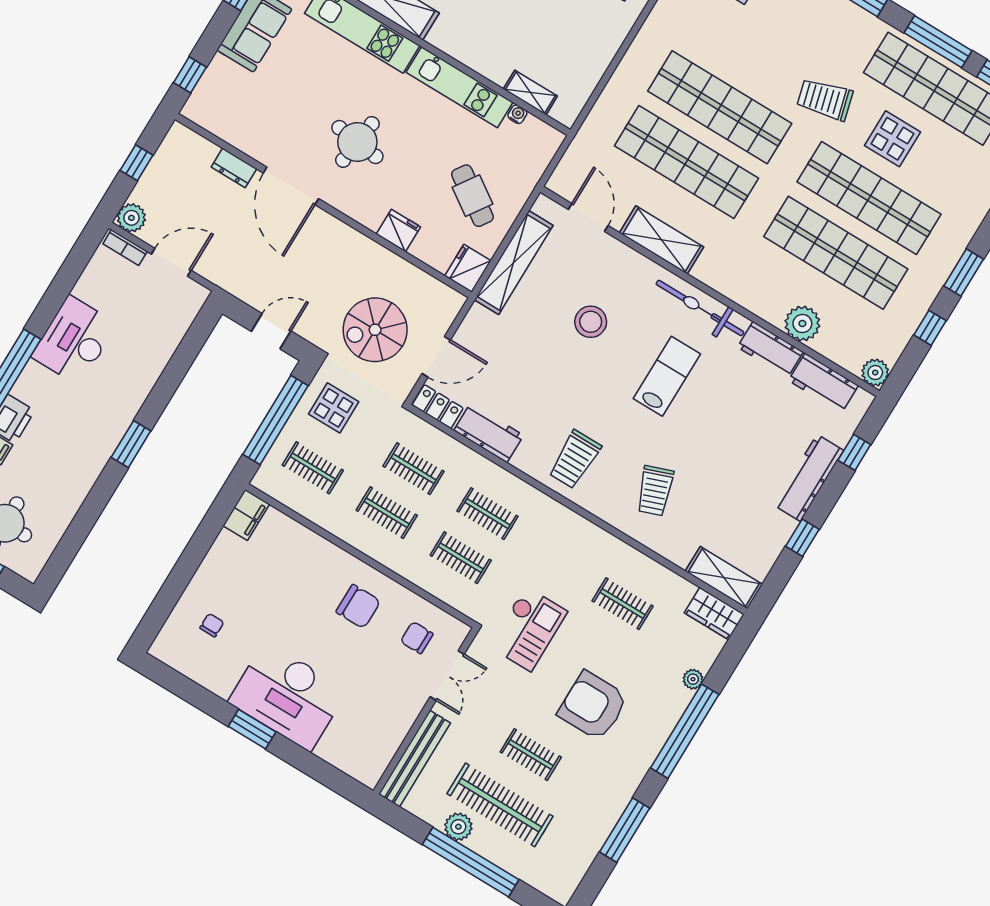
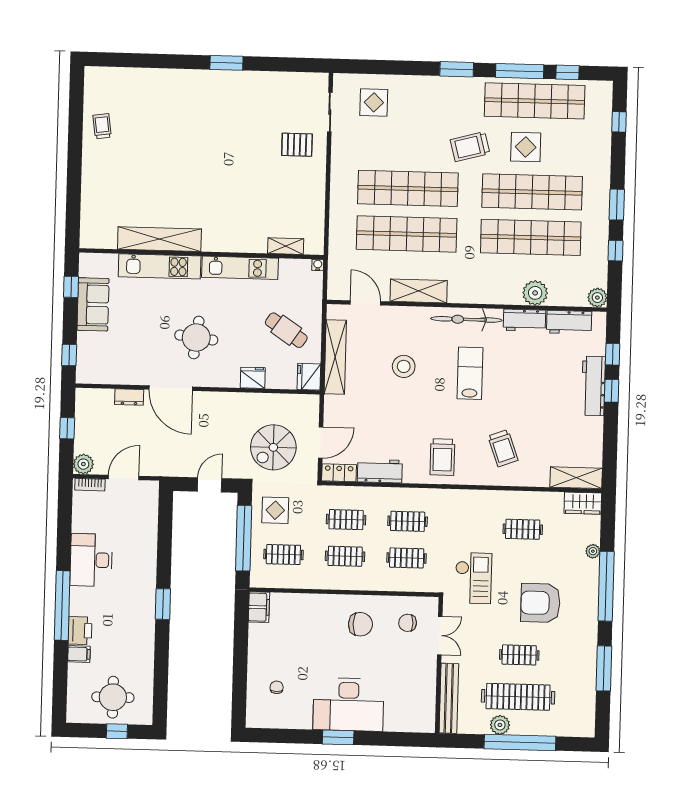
water cooler: (517, 114) -> (318, 265), moved
window: (802, 538) -> (612, 391), moved

